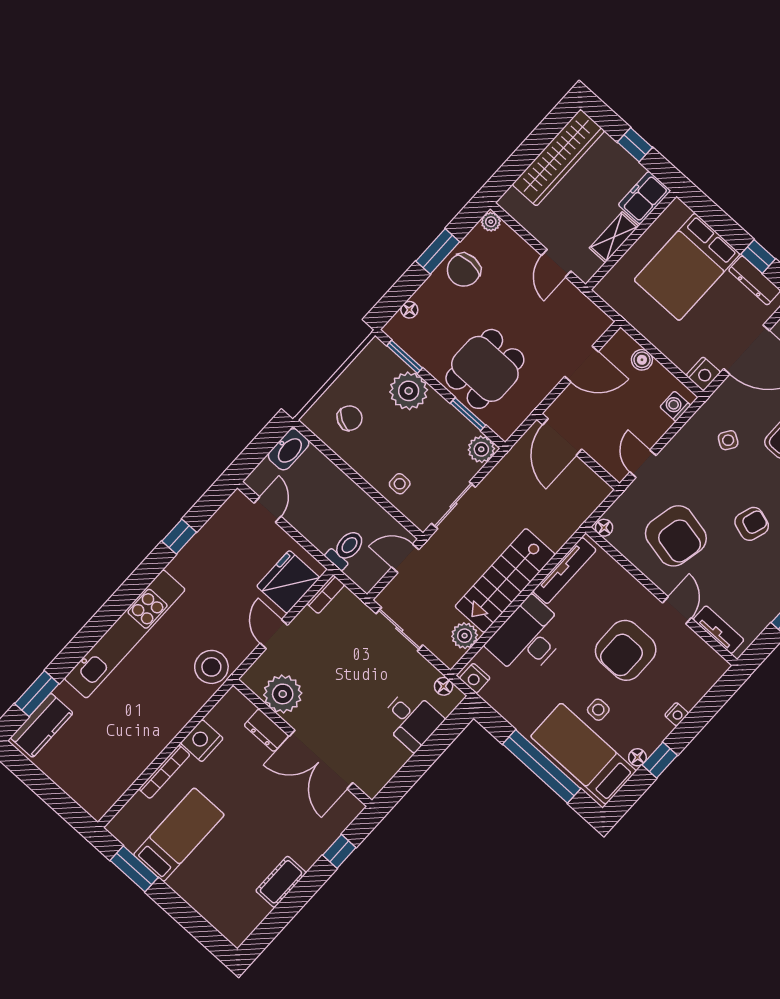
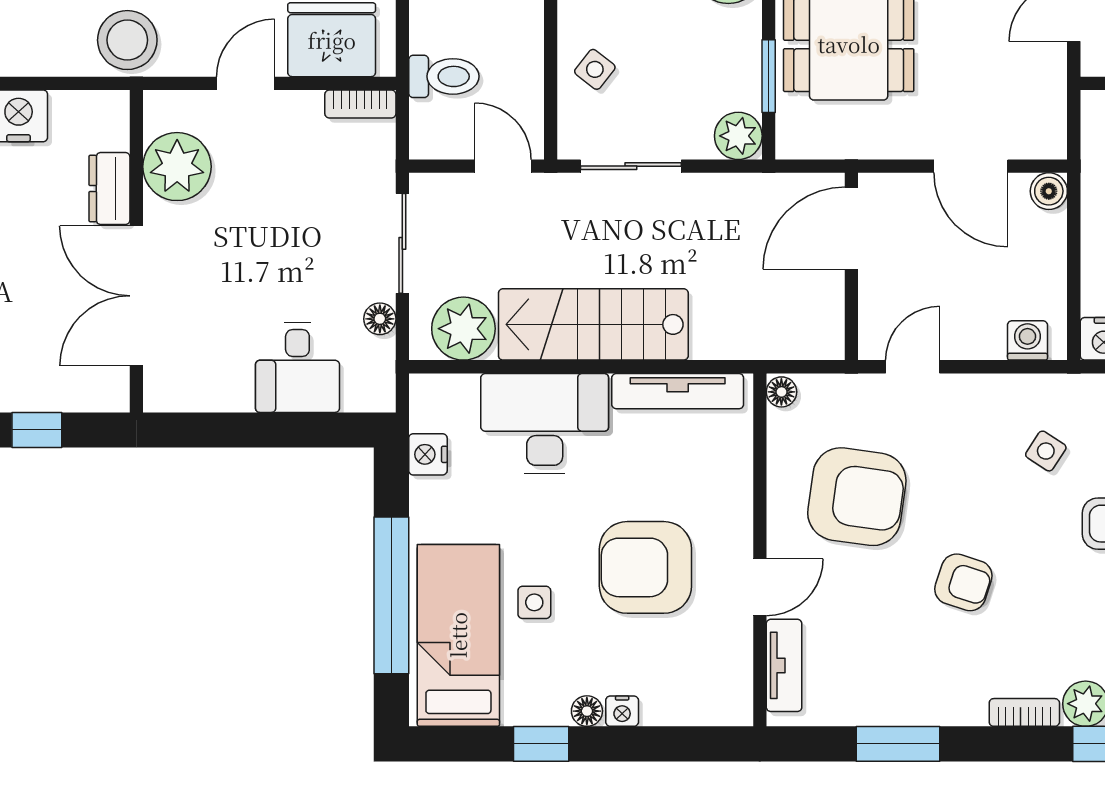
boiler: (642, 360) -> (1049, 191), moved
side table: (400, 484) -> (595, 69), turned 38
armchair: (676, 536) -> (857, 497), turned -94
plant: (465, 636) -> (463, 329), width x1.36, depth x1.36
nightstand: (475, 678) -> (428, 454), moved
floor lamp: (444, 686) -> (380, 319), moved
floor lamp: (637, 757) -> (587, 711), moved

